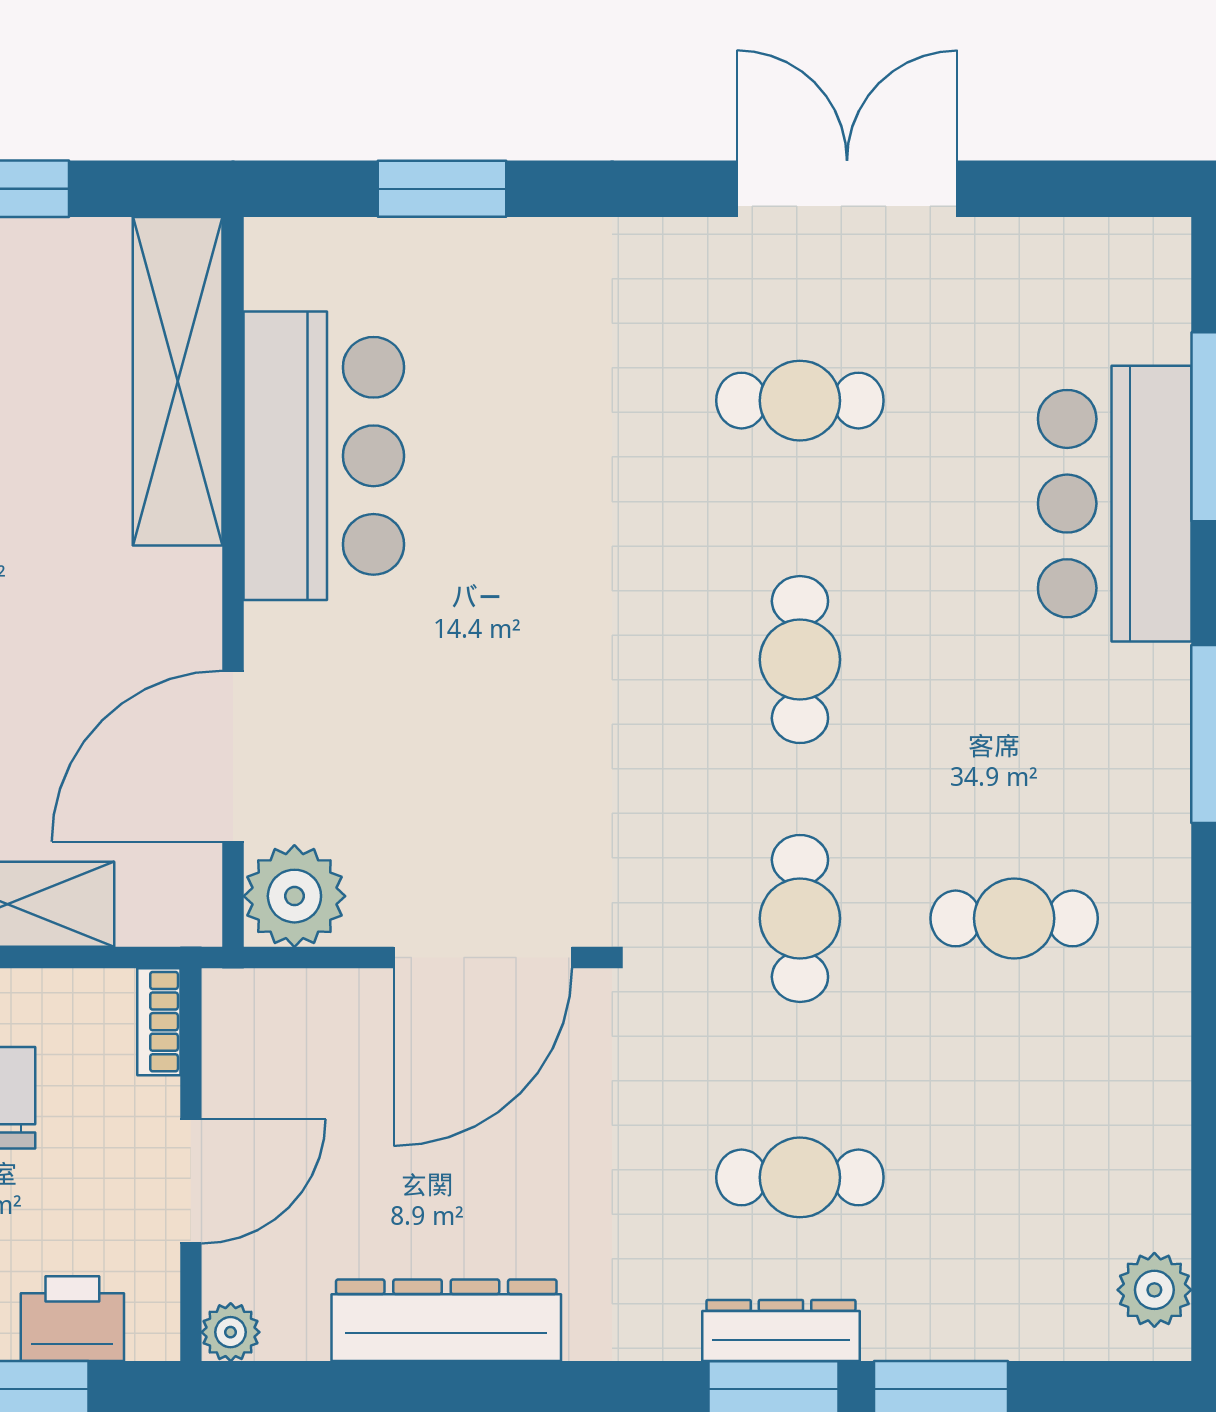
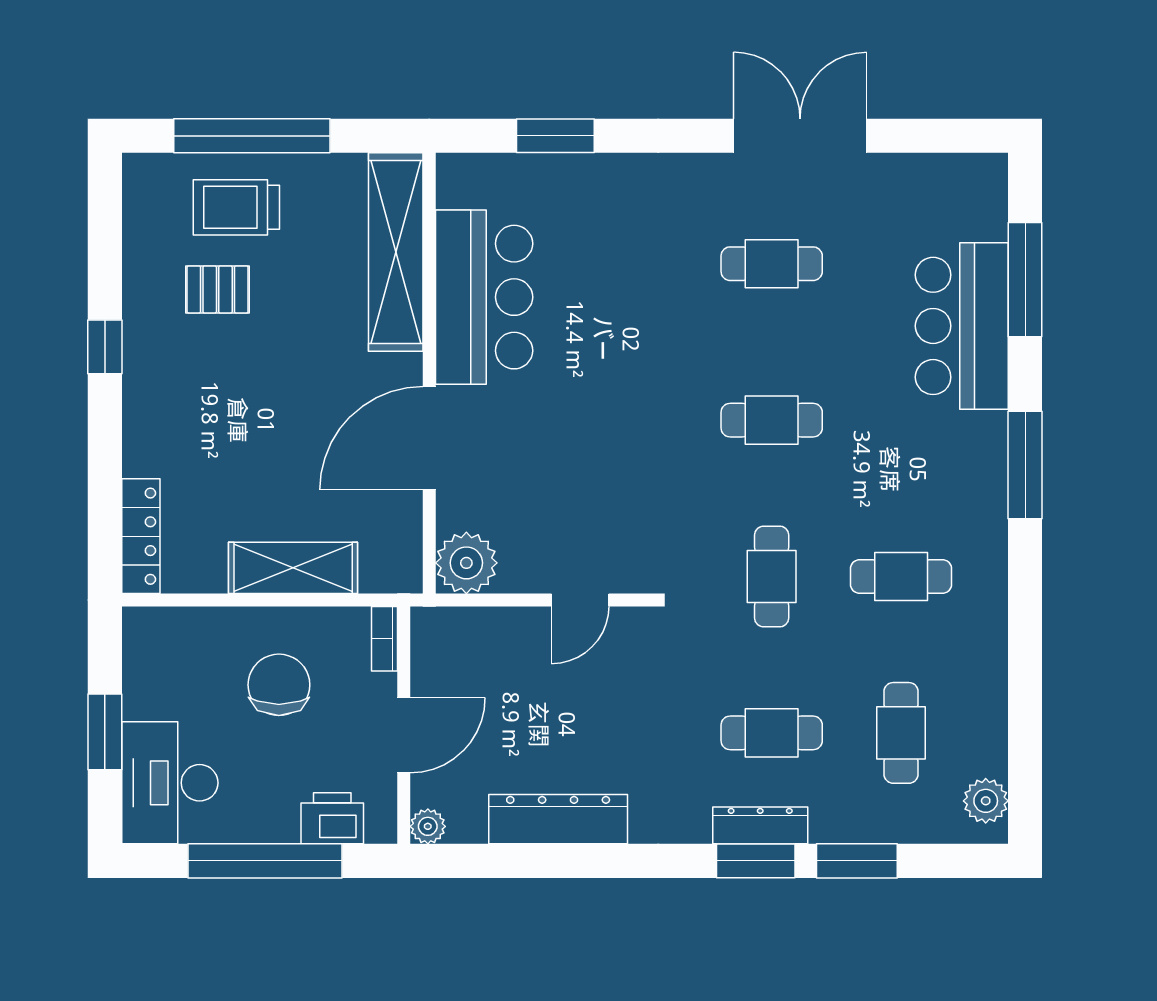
cafe table: (800, 660) -> (772, 420), turned 90
door: (233, 756) -> (429, 438), moved
door: (483, 958) -> (580, 600), width x0.53
cafe table: (1014, 1177) -> (901, 733), added

